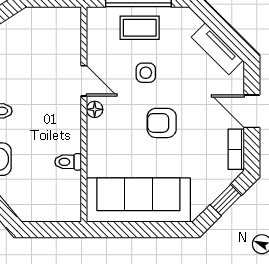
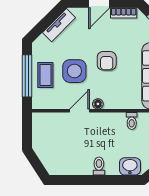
side table: (146, 73) -> (74, 71), width x1.87, depth x1.87

